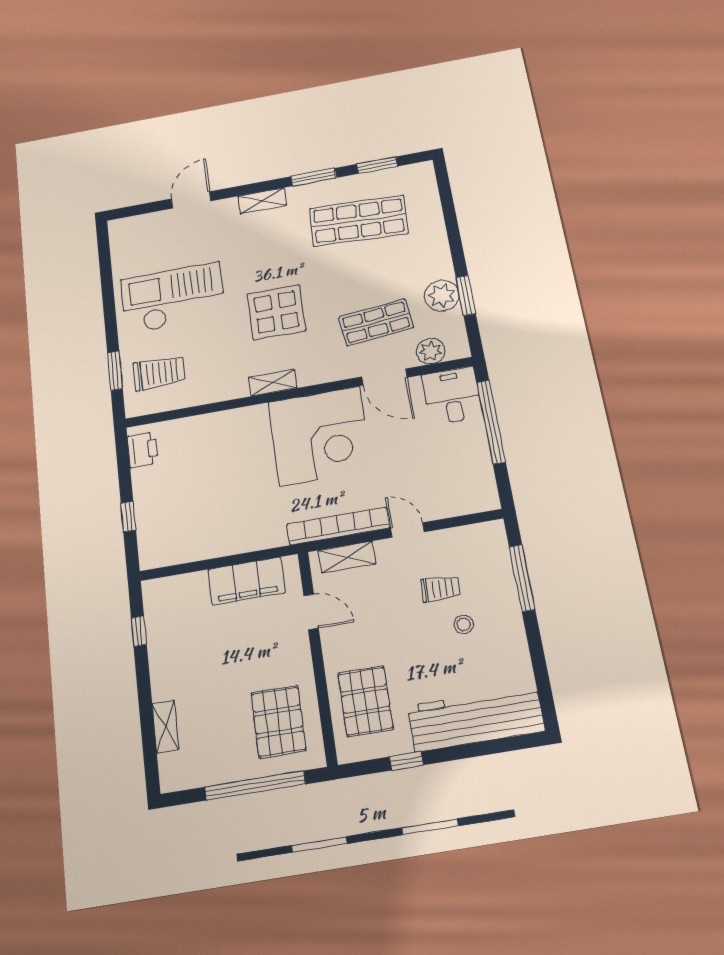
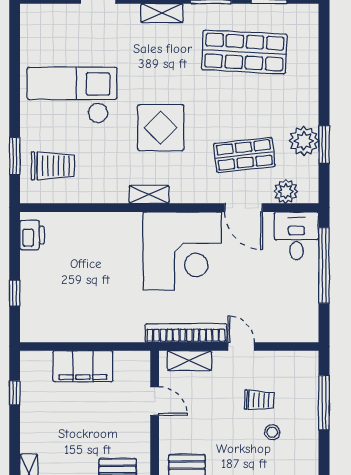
filing cabinet: (246, 581) -> (83, 366), moved

